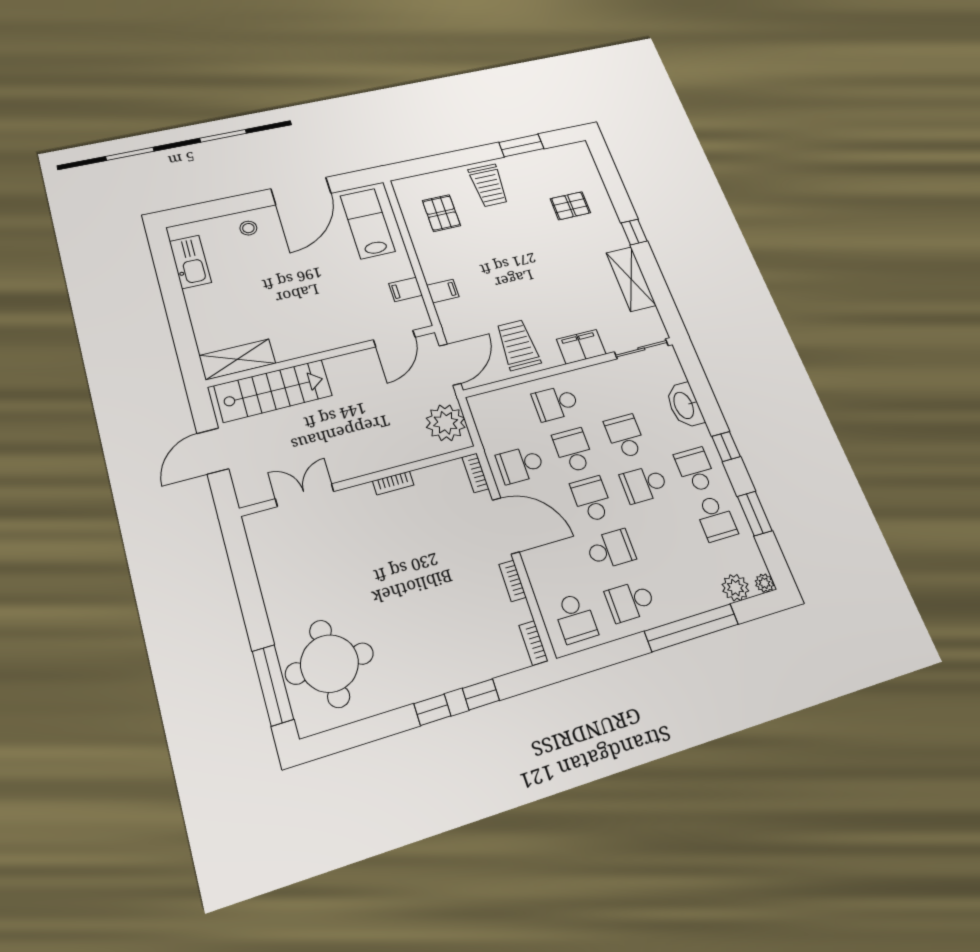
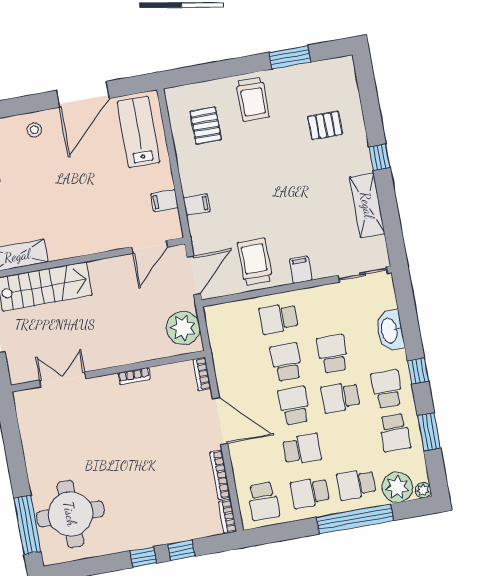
filing cabinet: (581, 347) -> (301, 270), width x0.50
school desk: (520, 465) -> (356, 484), moved
bookcase: (513, 581) -> (220, 475), width x1.56
plant: (735, 588) -> (397, 487), width x1.36, depth x1.36

